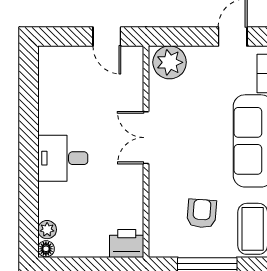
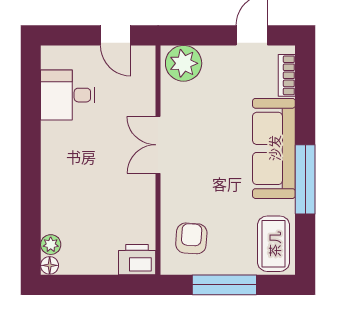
desk: (63, 158) -> (68, 95), moved
armchair: (202, 213) -> (191, 238), moved

